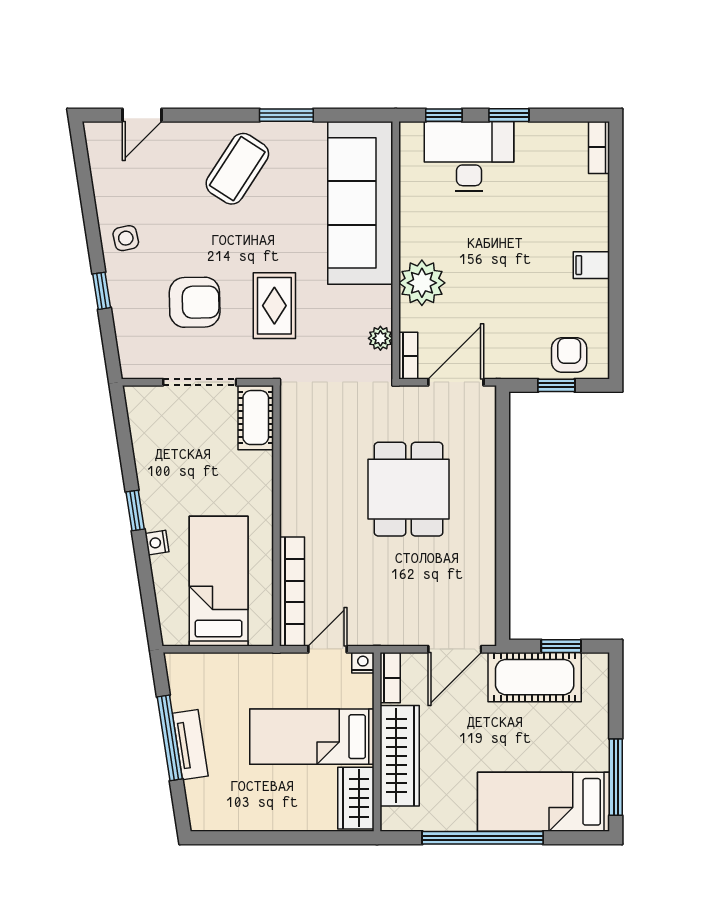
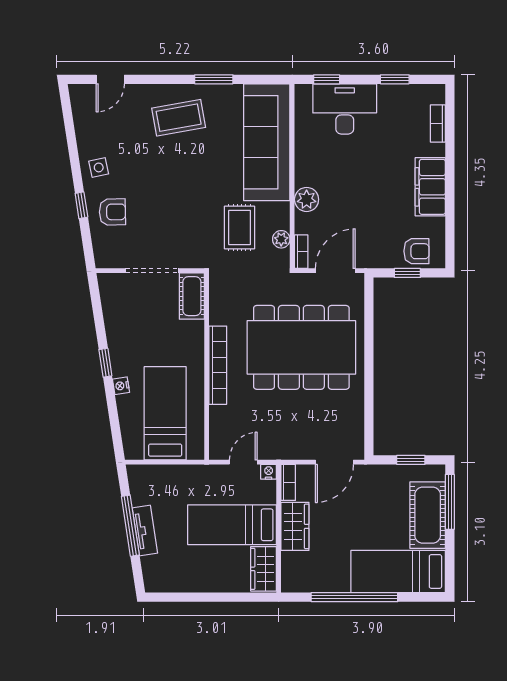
window: (509, 115) -> (395, 79), moved
bookcase: (599, 147) -> (438, 124), moved
coffee table: (237, 169) -> (179, 118), turned 47
filing cabinet: (591, 265) -> (430, 187), width x3.00, depth x1.17
plant: (422, 283) -> (307, 199), width x0.73, depth x0.73
armchair: (195, 302) -> (112, 212), moved, width x0.72, depth x0.72
rug: (274, 306) -> (240, 228), moved
armchair: (569, 355) -> (416, 251), turned 90
dining table: (409, 489) -> (301, 347), width x1.88, depth x1.24
bookcase: (292, 591) -> (218, 365), moved
cot: (535, 677) -> (428, 515), moved, turned 90
wardrobe: (400, 756) -> (295, 526), width x0.67
window: (616, 777) -> (450, 502), moved

